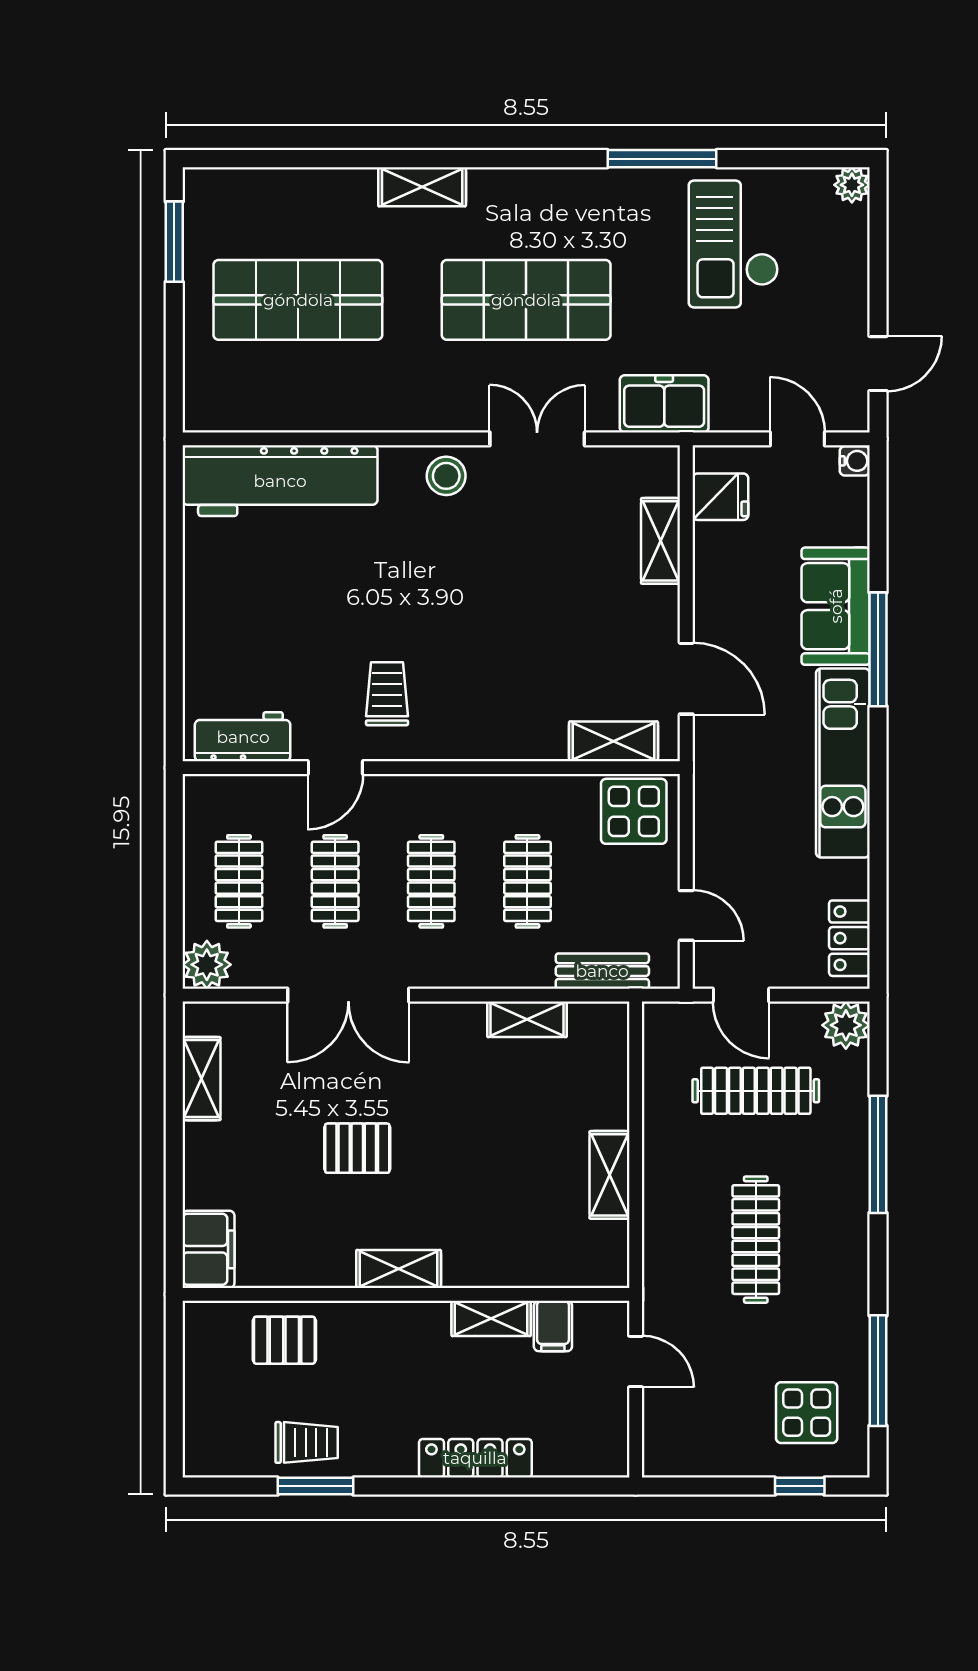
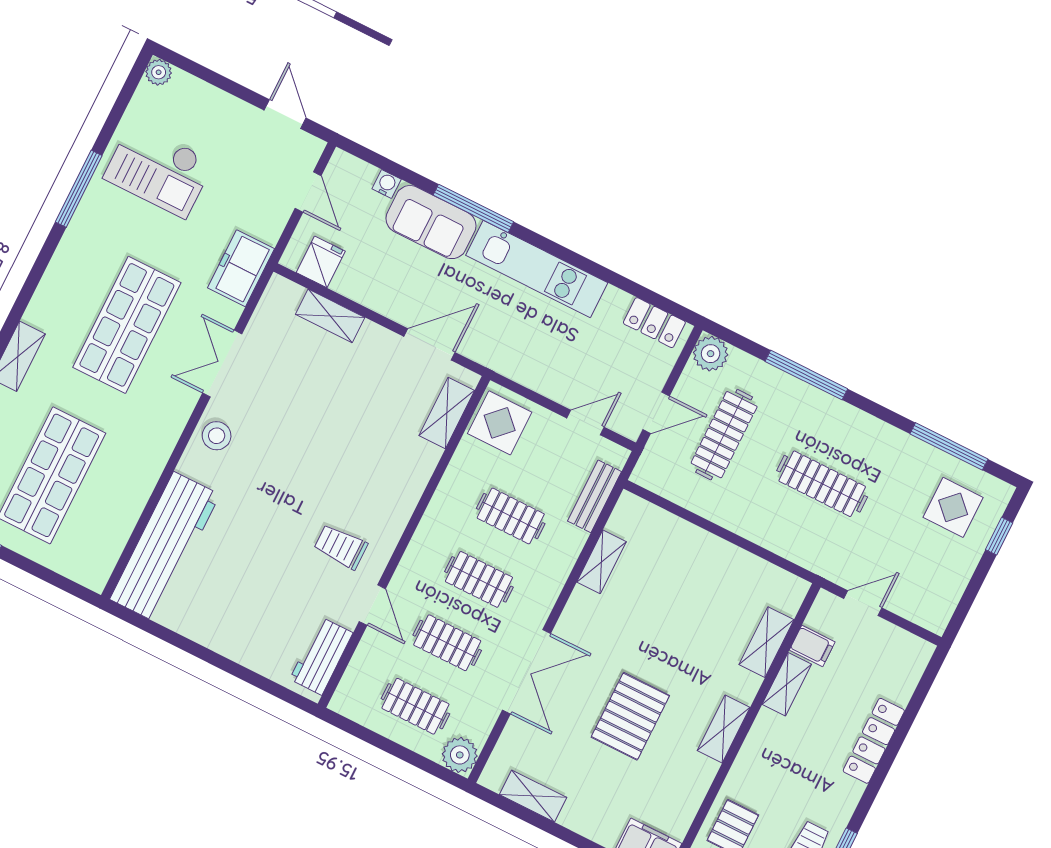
door: (797, 439) -> (308, 192), swing flipped
water cooler: (855, 461) -> (387, 184), moved
pallet: (357, 1148) -> (630, 716), width x1.50, depth x1.42
shelving: (610, 1175) -> (766, 642), moved, turned 90

